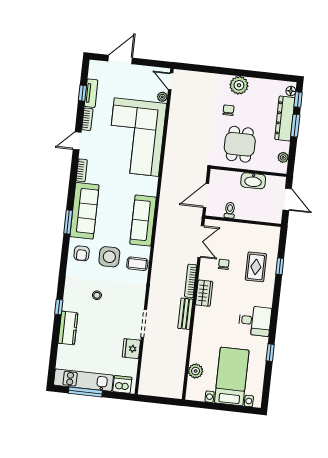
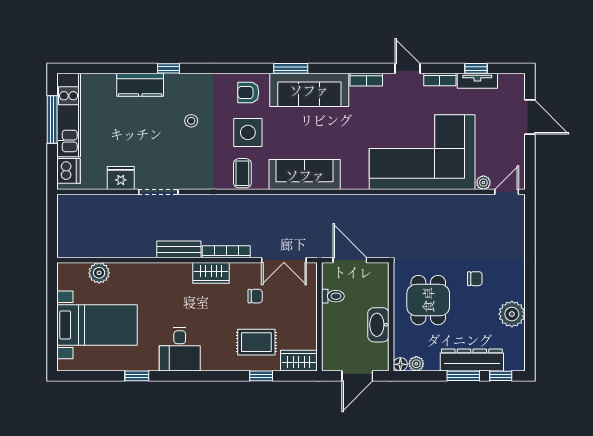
plant: (239, 85) -> (512, 314), moved
floor lamp: (291, 91) -> (400, 364), moved
dining table: (240, 144) -> (428, 300), turned 90
wardrobe: (272, 239) -> (299, 361), added

